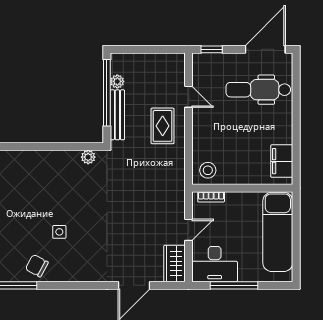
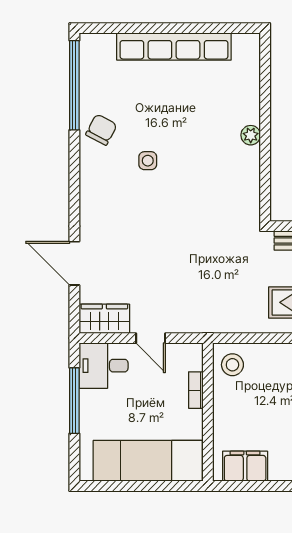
plant: (88, 157) -> (251, 135), moved
bookcase: (211, 197) -> (196, 390), moved
desk: (215, 264) -> (104, 366), width x0.73

